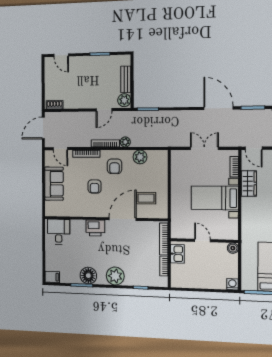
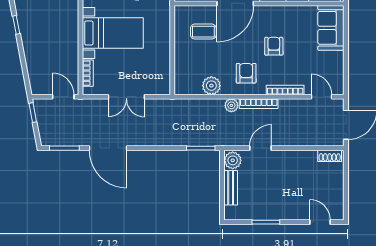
wardrobe: (249, 183) -> (69, 52), removed
sofa: (54, 184) -> (331, 28), moved

